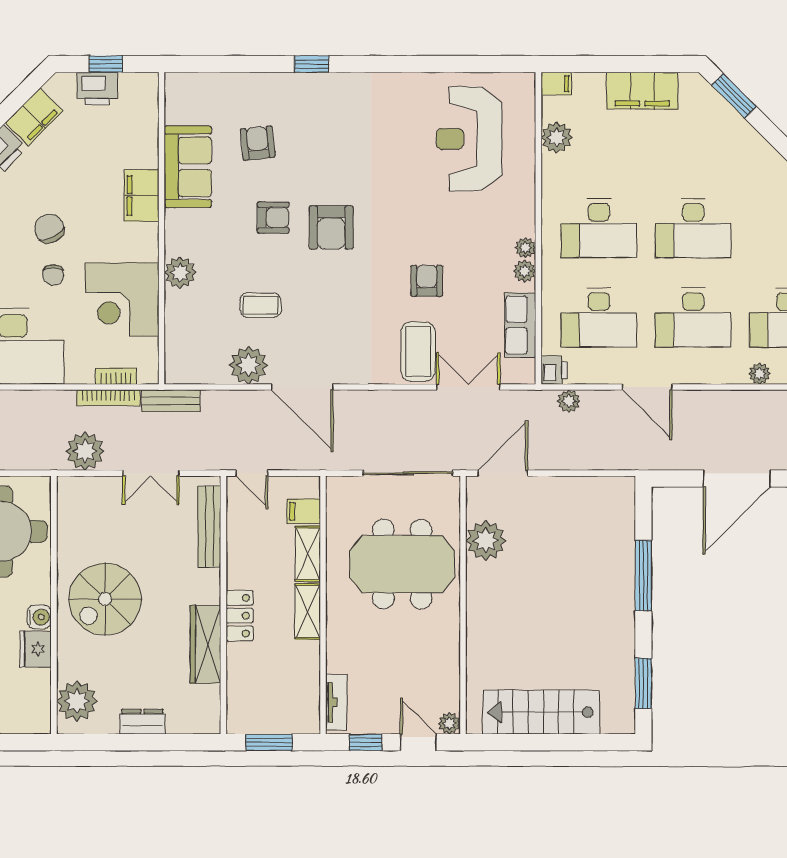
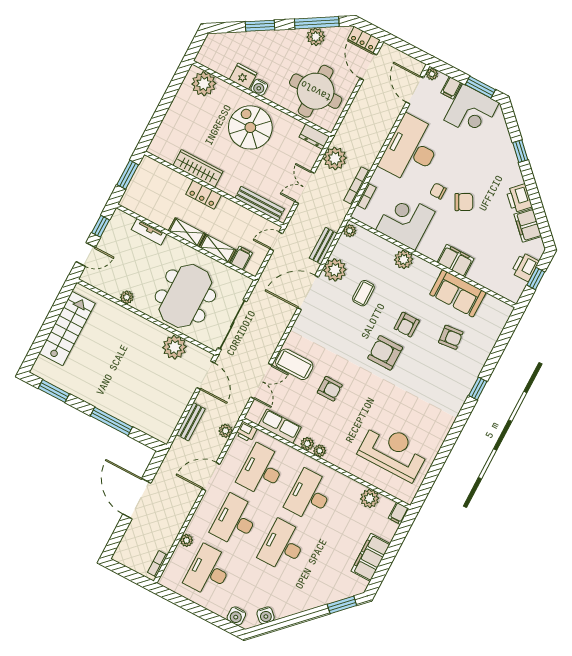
plant: (180, 374) -> (350, 231), added
bench: (171, 401) -> (323, 246), moved
bench: (582, 459) -> (191, 422), added
tv unit: (336, 702) -> (149, 232), moved
dresser: (143, 722) -> (314, 137), moved, turned 90
plant: (449, 723) -> (127, 297), moved

